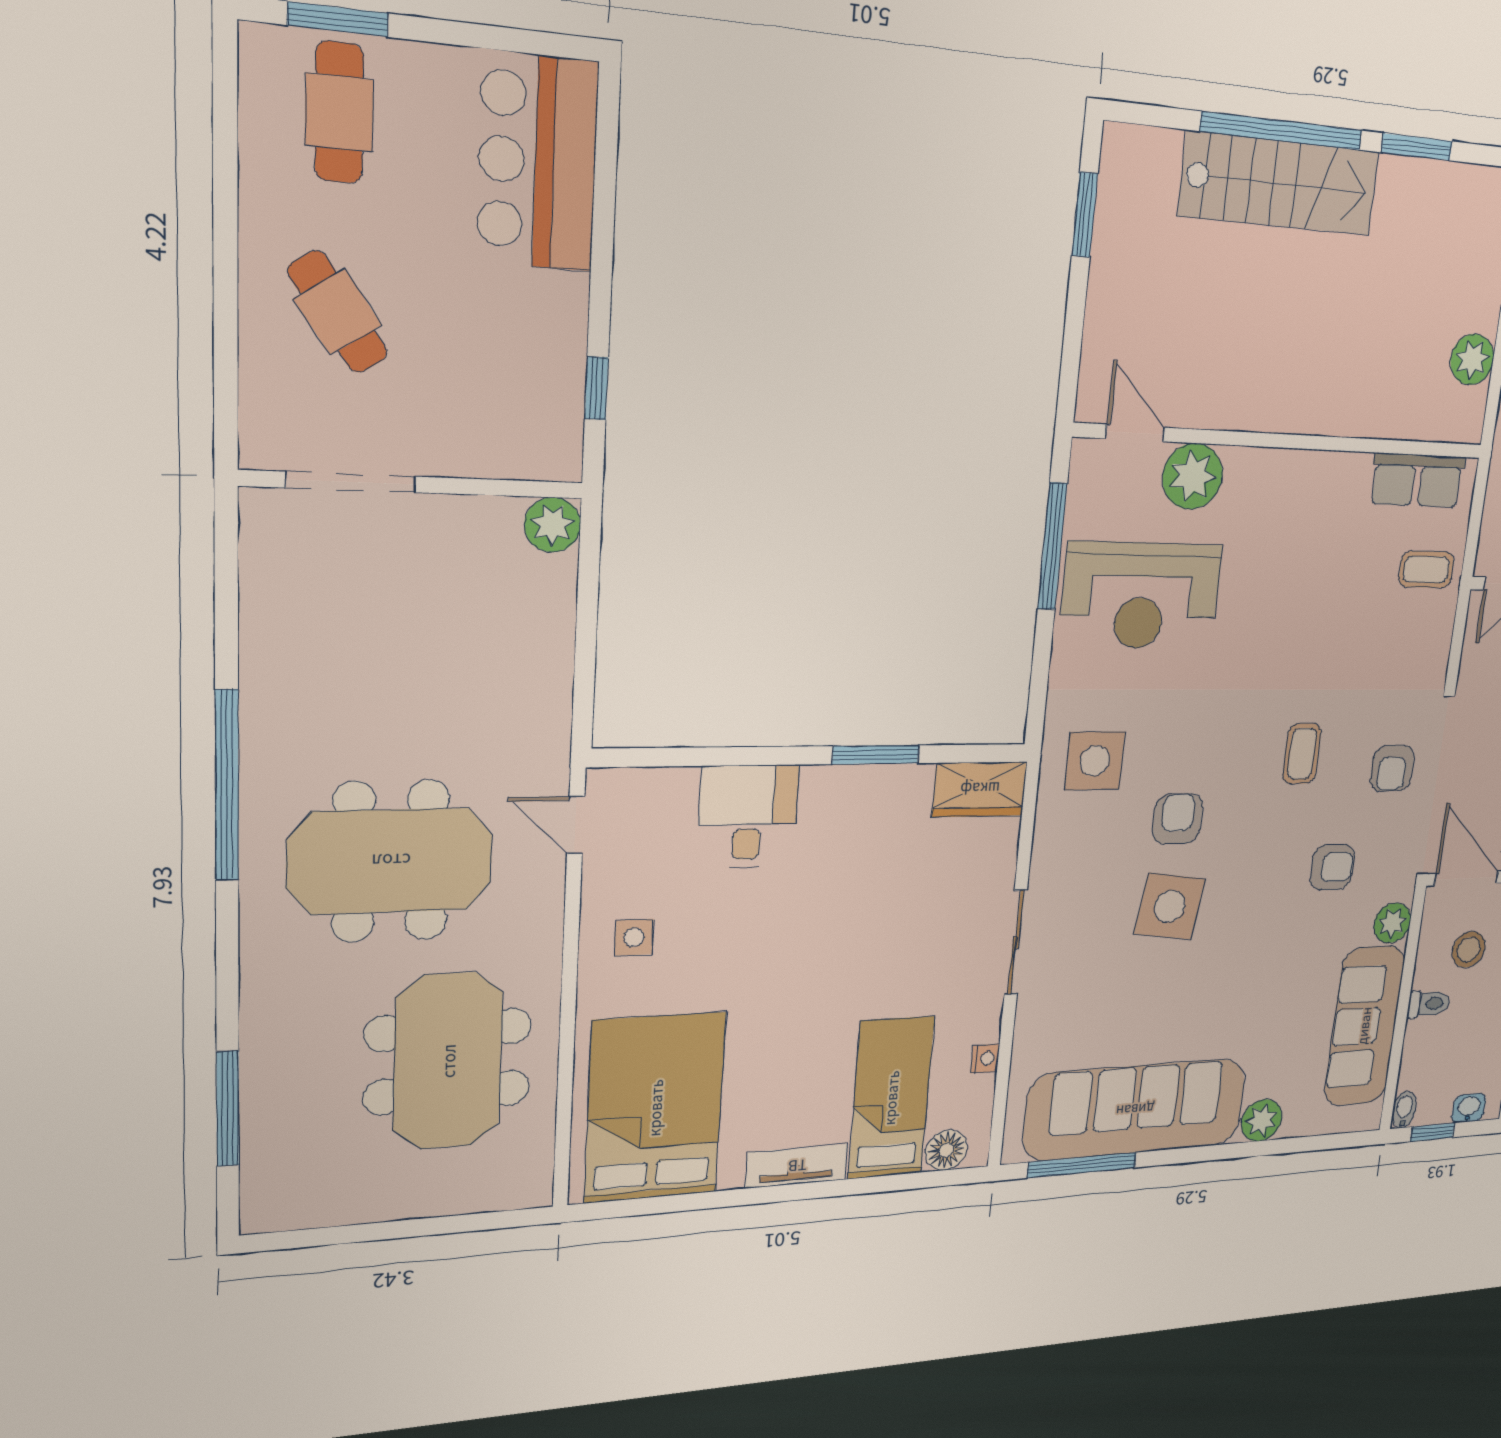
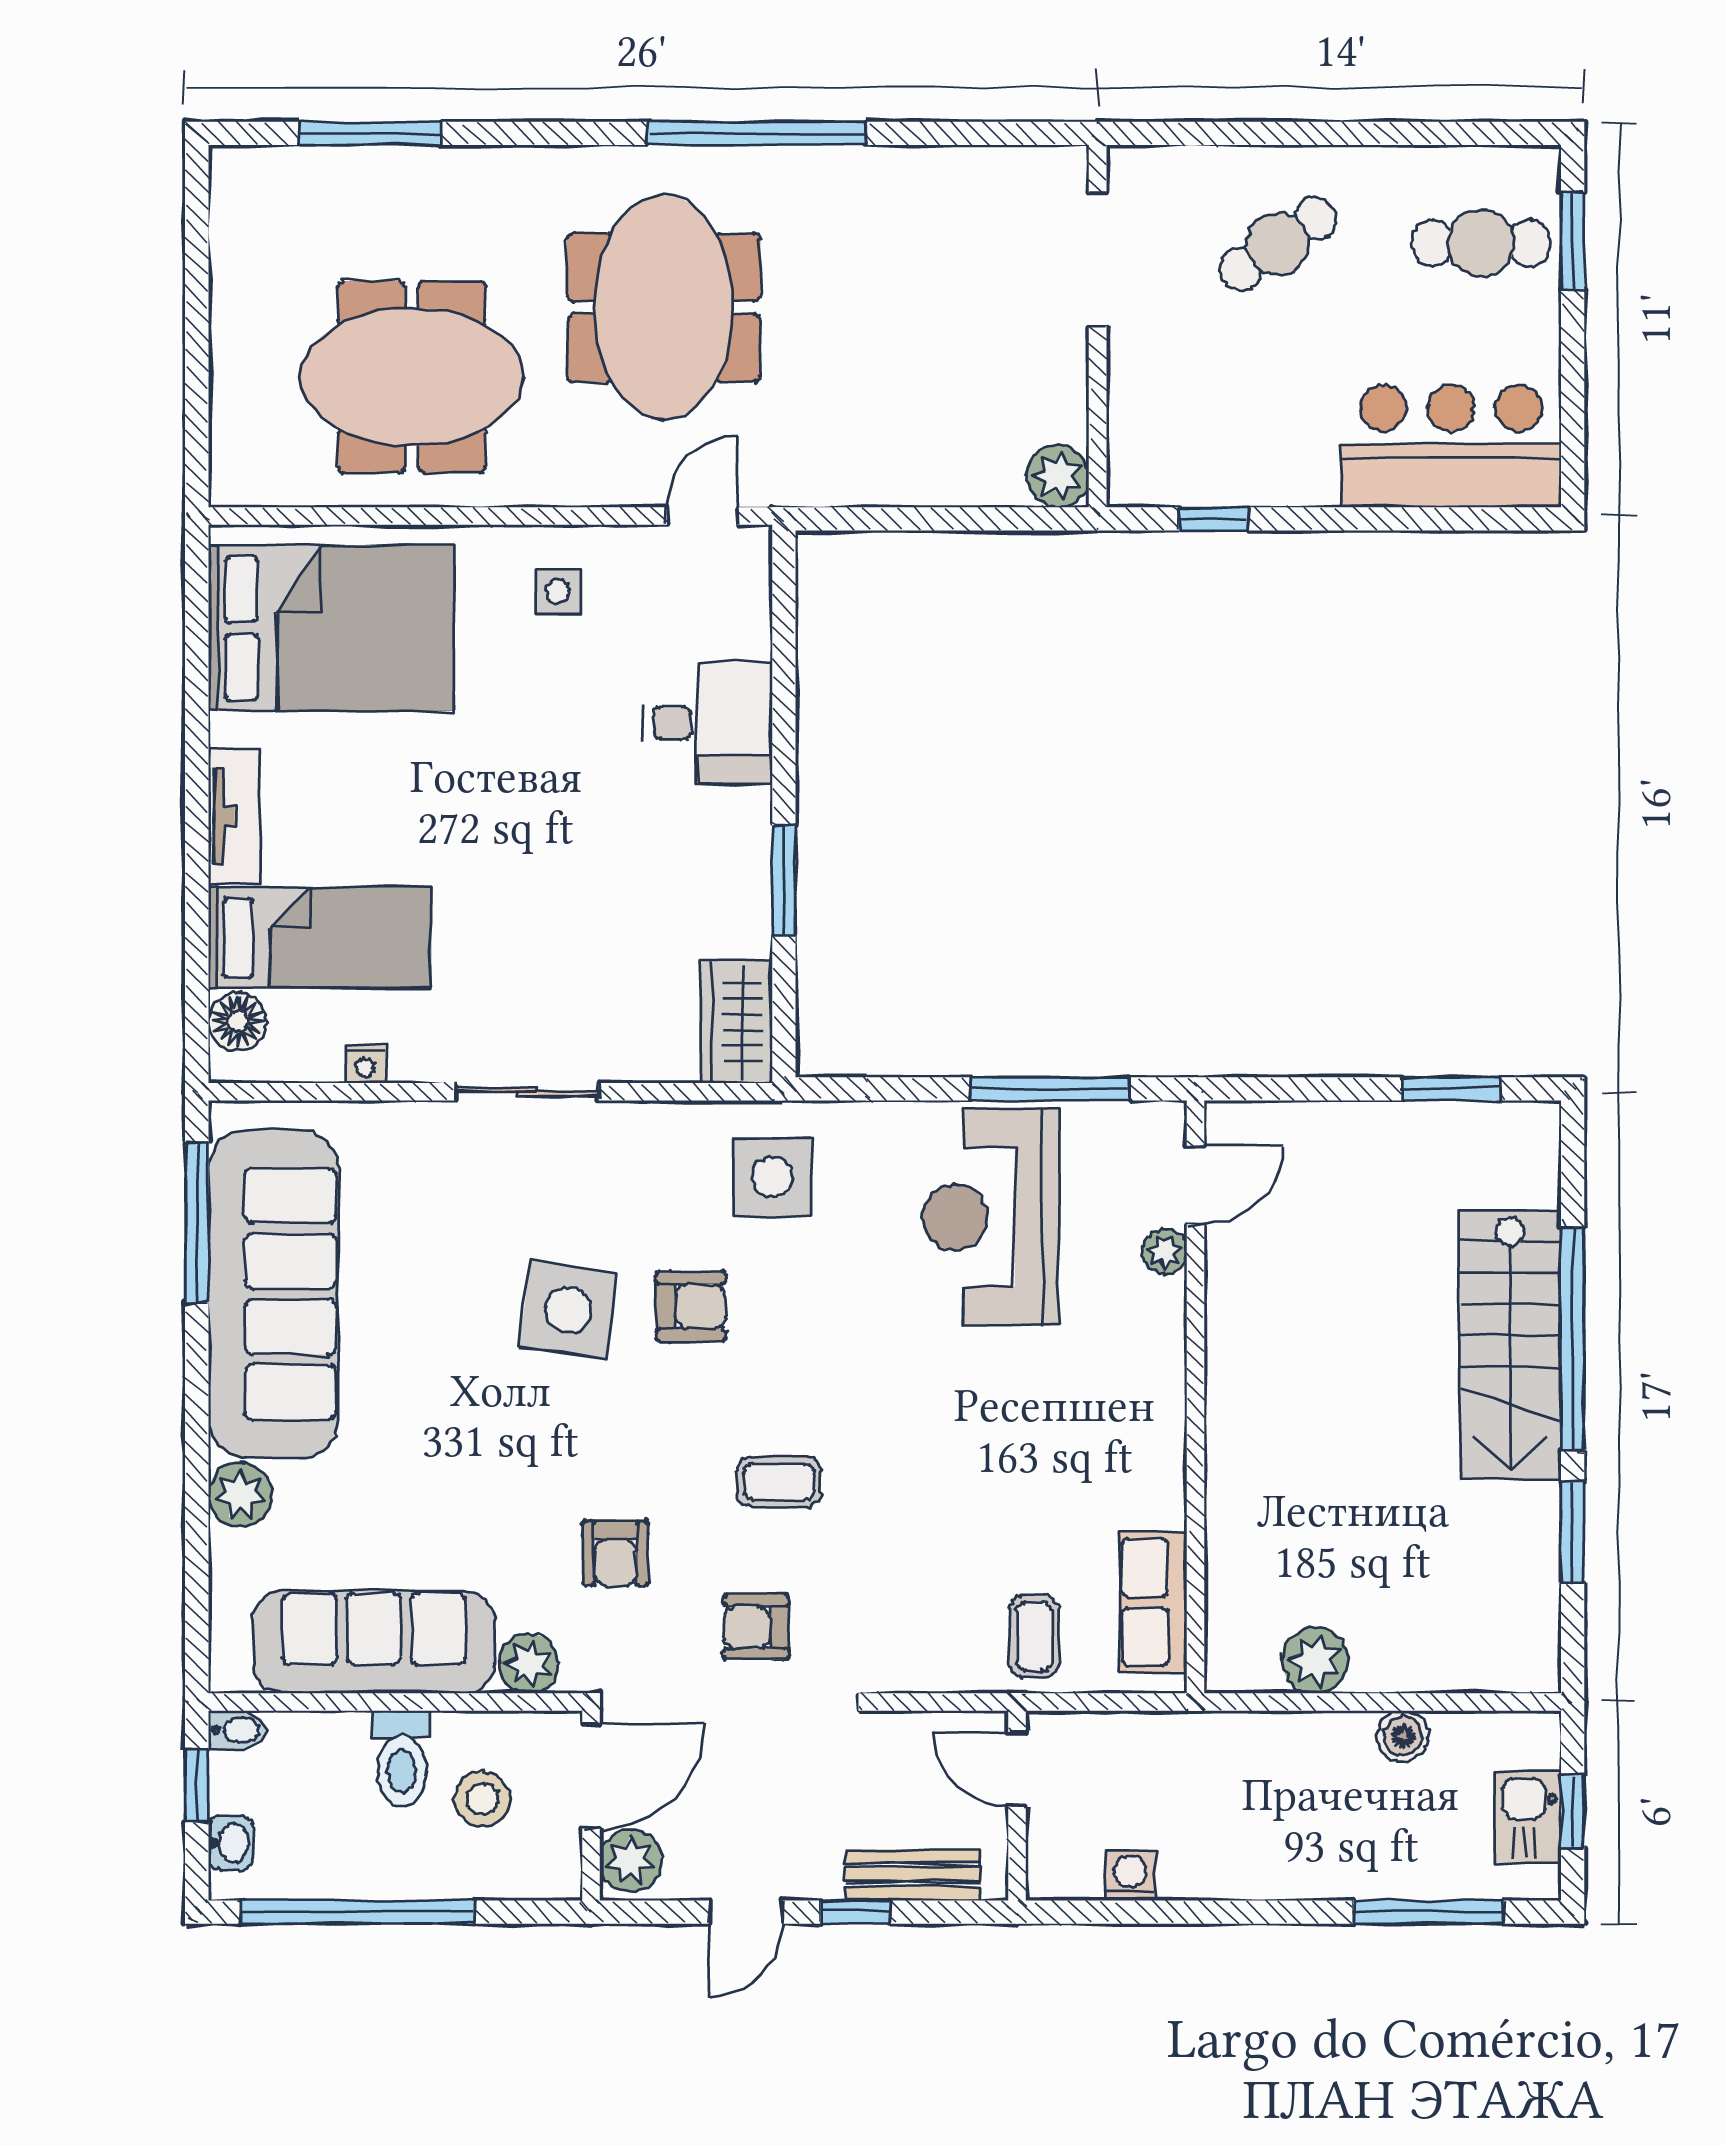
plant: (1193, 476) -> (1165, 1252), width x0.53, depth x0.53
toilet: (1429, 1004) -> (402, 1758), width x1.37, depth x1.39

